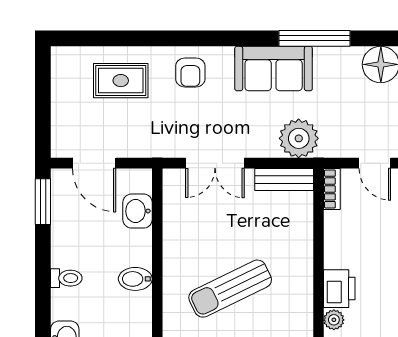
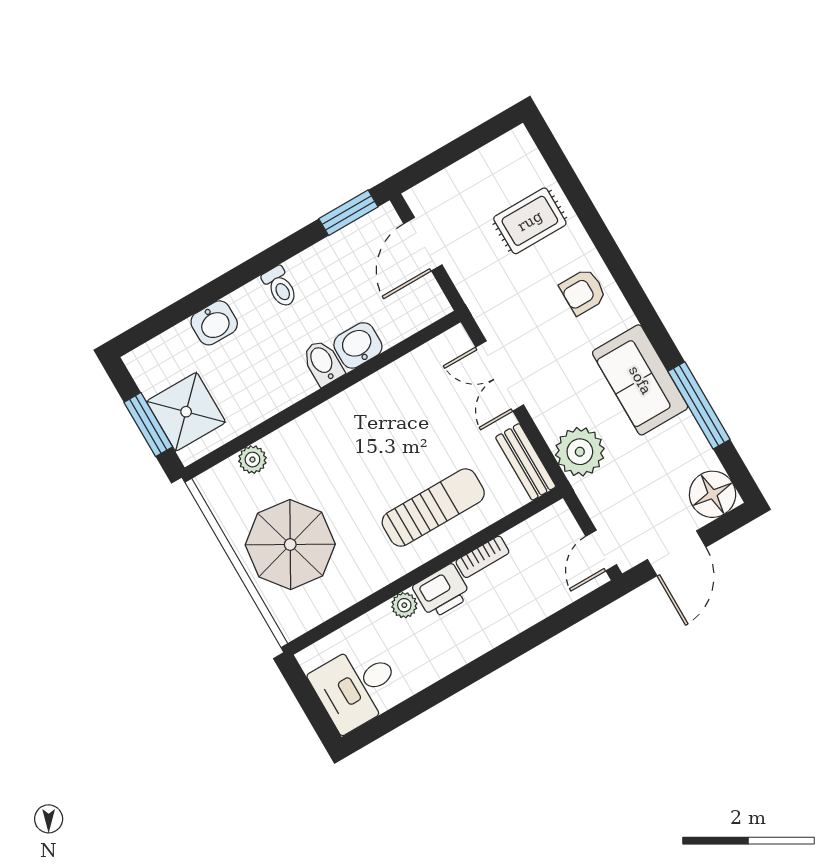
rug: (121, 81) -> (530, 221), turned 90
bookcase: (332, 189) -> (482, 557), moved
washbasin: (138, 211) -> (358, 345), moved
sun lounger: (230, 289) -> (433, 508), moved, turned 116

